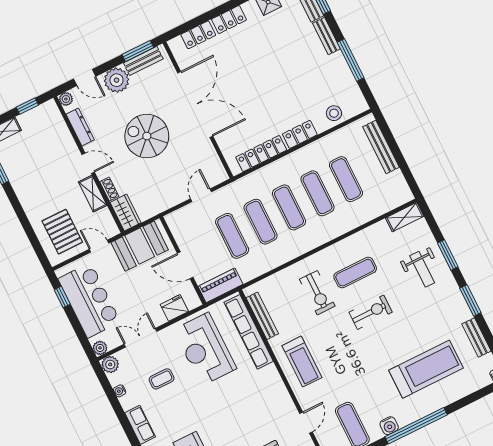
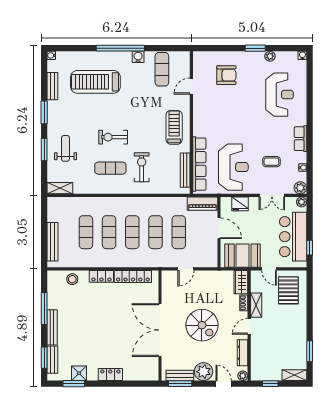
locker: (198, 35) -> (135, 375), removed
bench: (326, 36) -> (52, 327), width x1.36
door: (88, 163) -> (249, 326), hinge flipped

